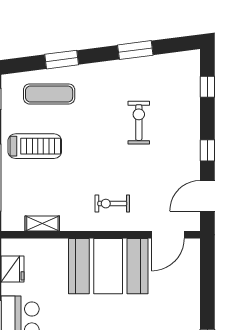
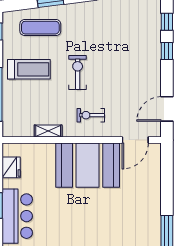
exercise bike: (139, 123) -> (78, 72), moved
window: (207, 150) -> (167, 51), moved
shelving: (42, 223) -> (48, 131), moved

